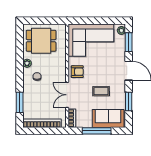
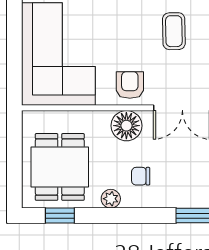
window: (20, 41) -> (60, 216), added
floor lamp: (59, 70) -> (126, 126), added

